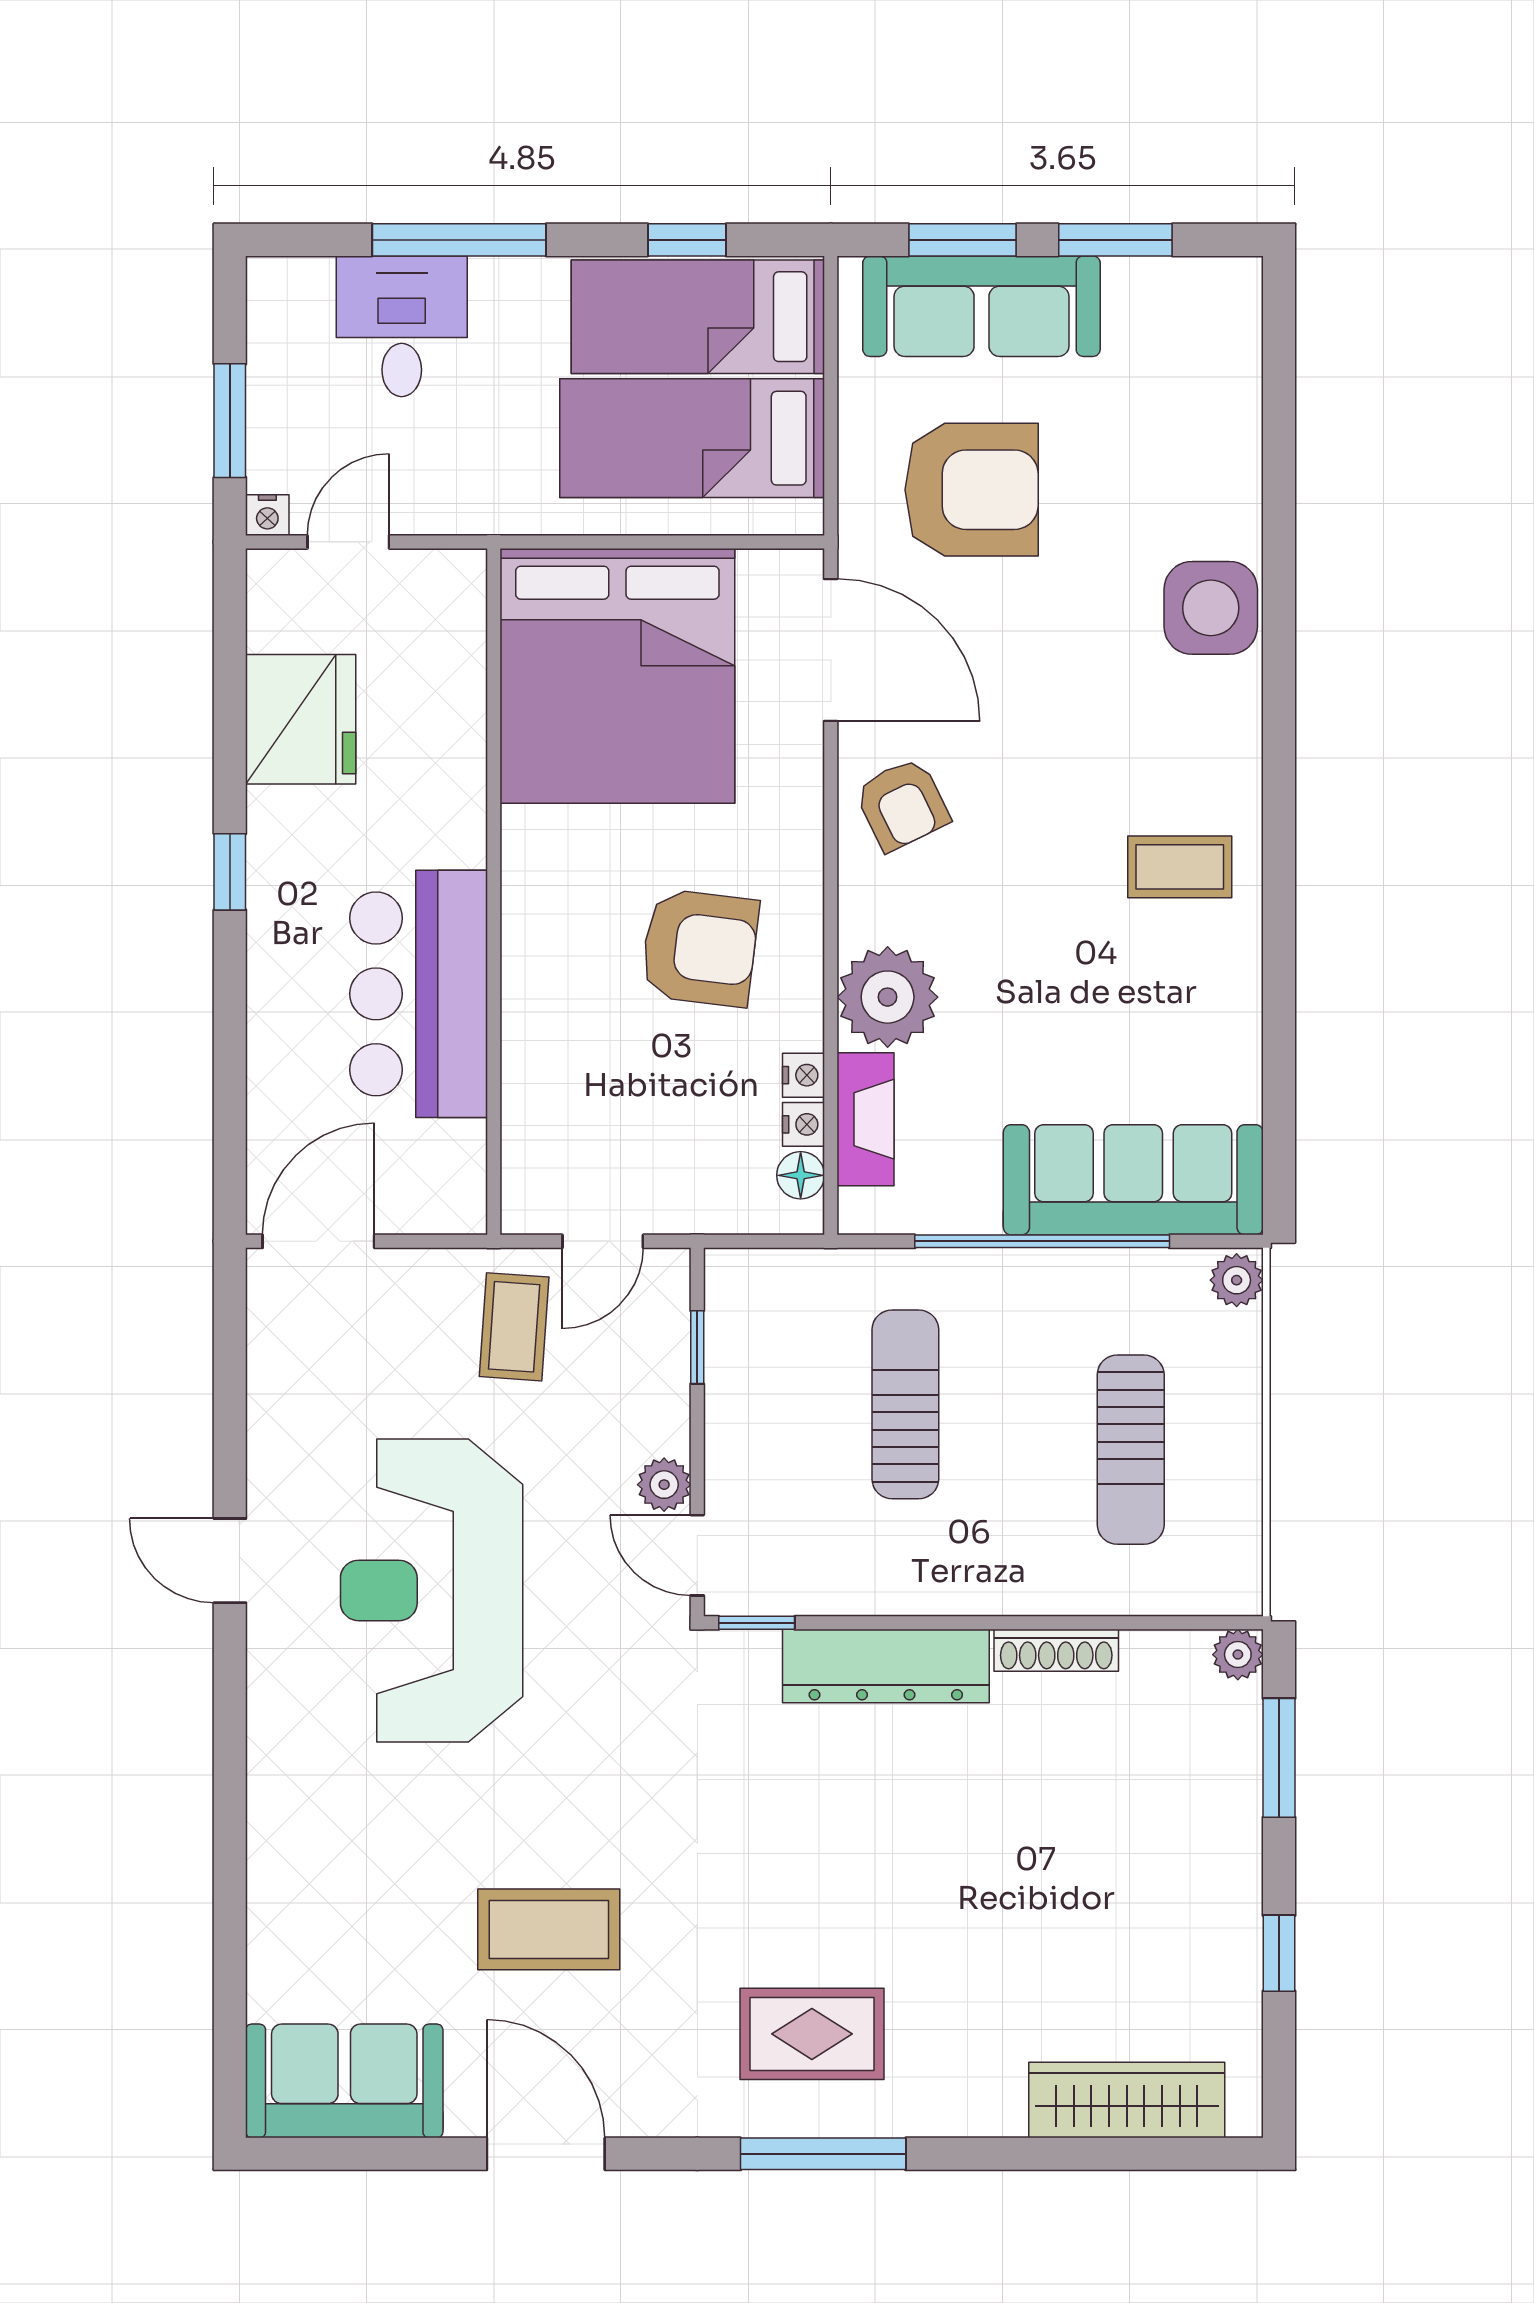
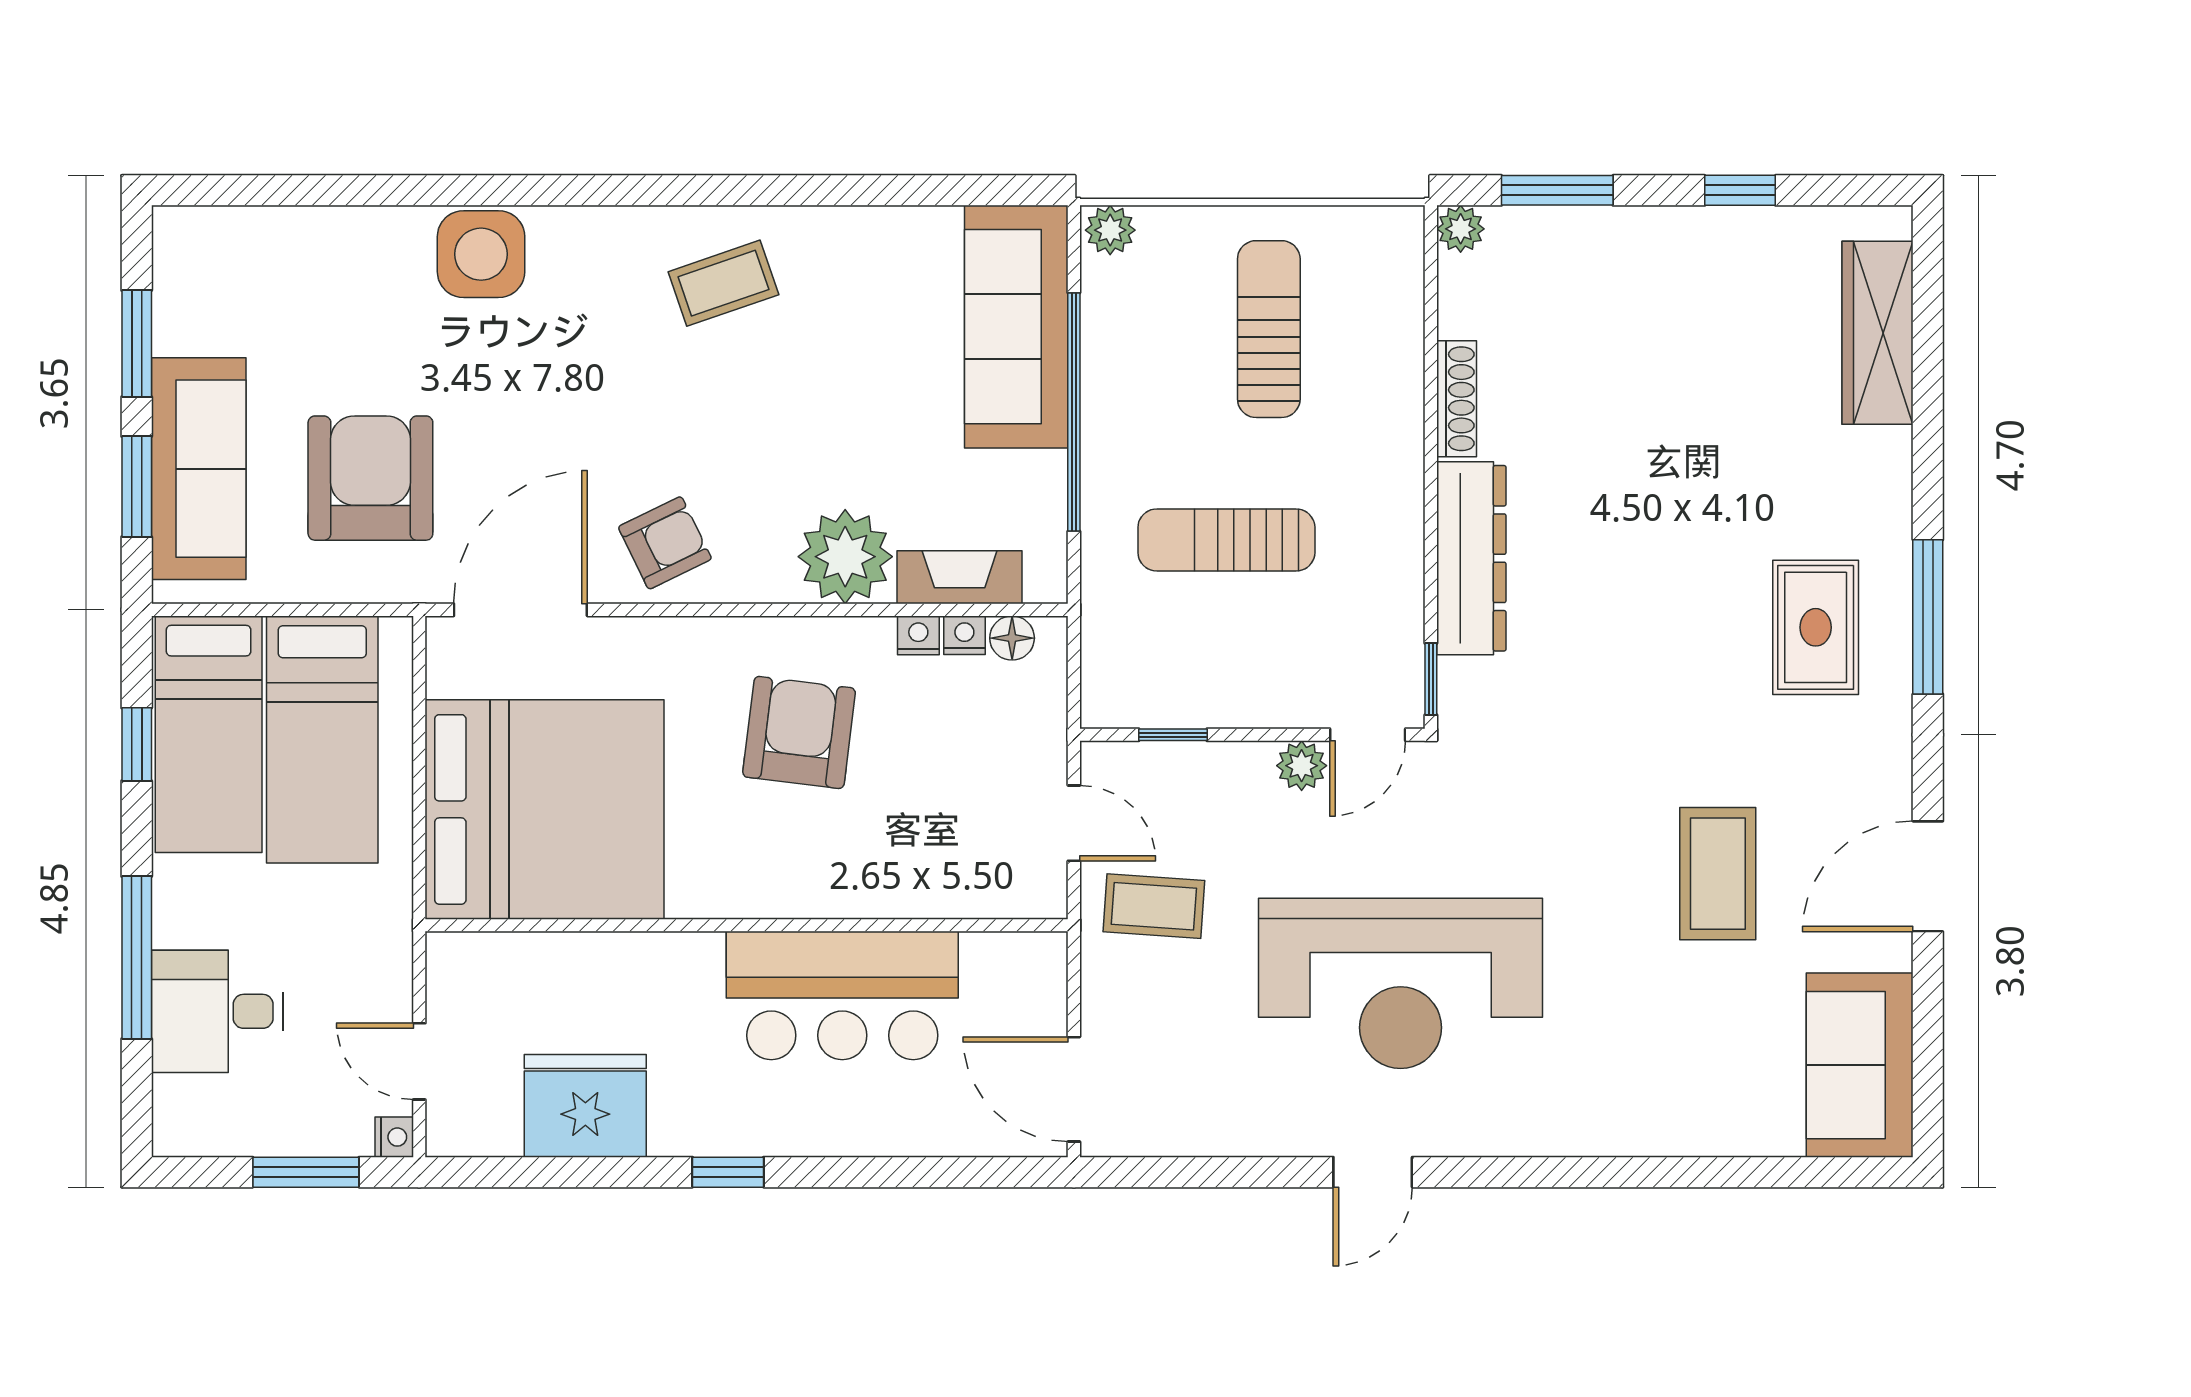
coffee table: (1180, 867) -> (723, 283), turned 71
sun lounger: (1131, 1450) -> (1269, 329), turned -90

